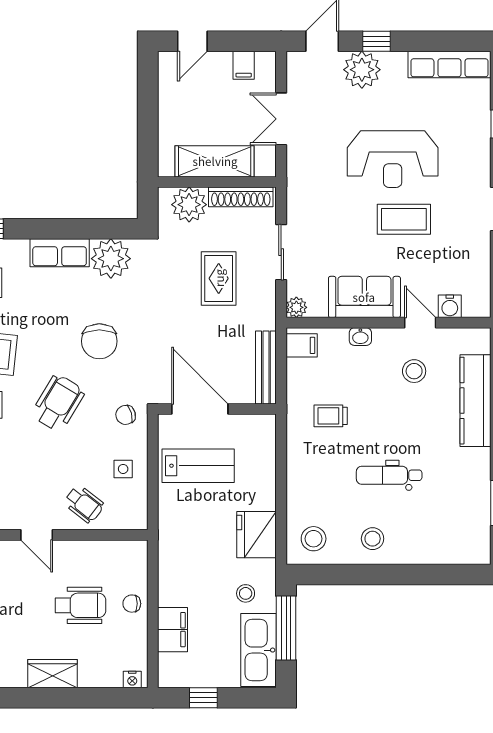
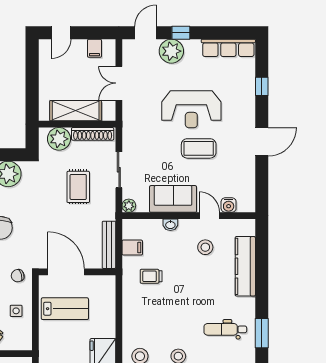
filing cabinet: (302, 345) -> (132, 248), moved
dental chair: (389, 475) -> (225, 329), moved

